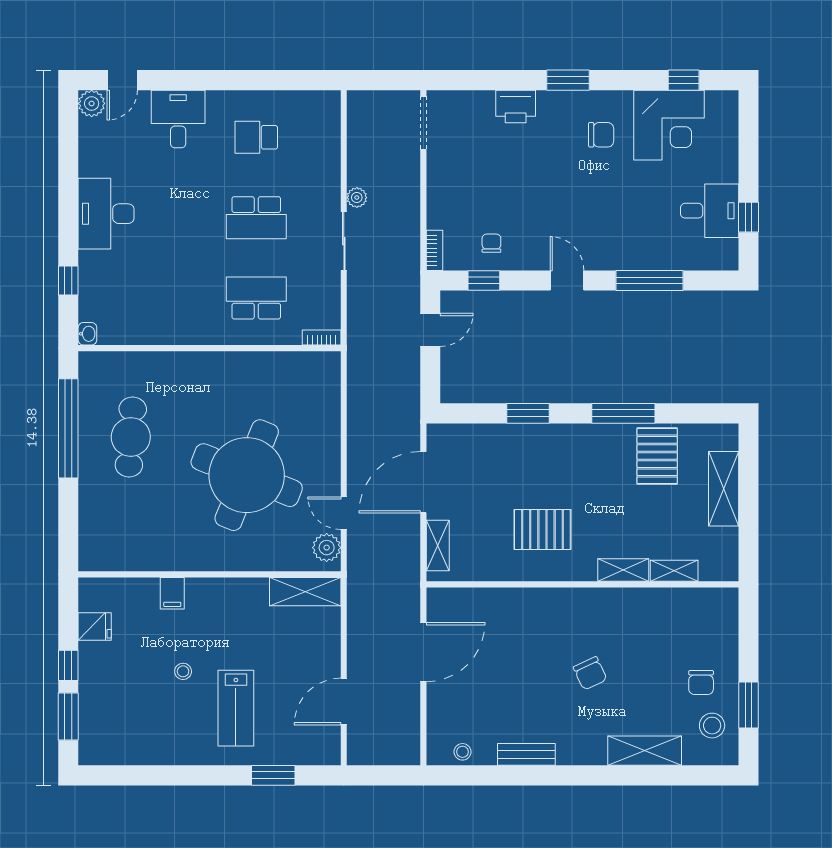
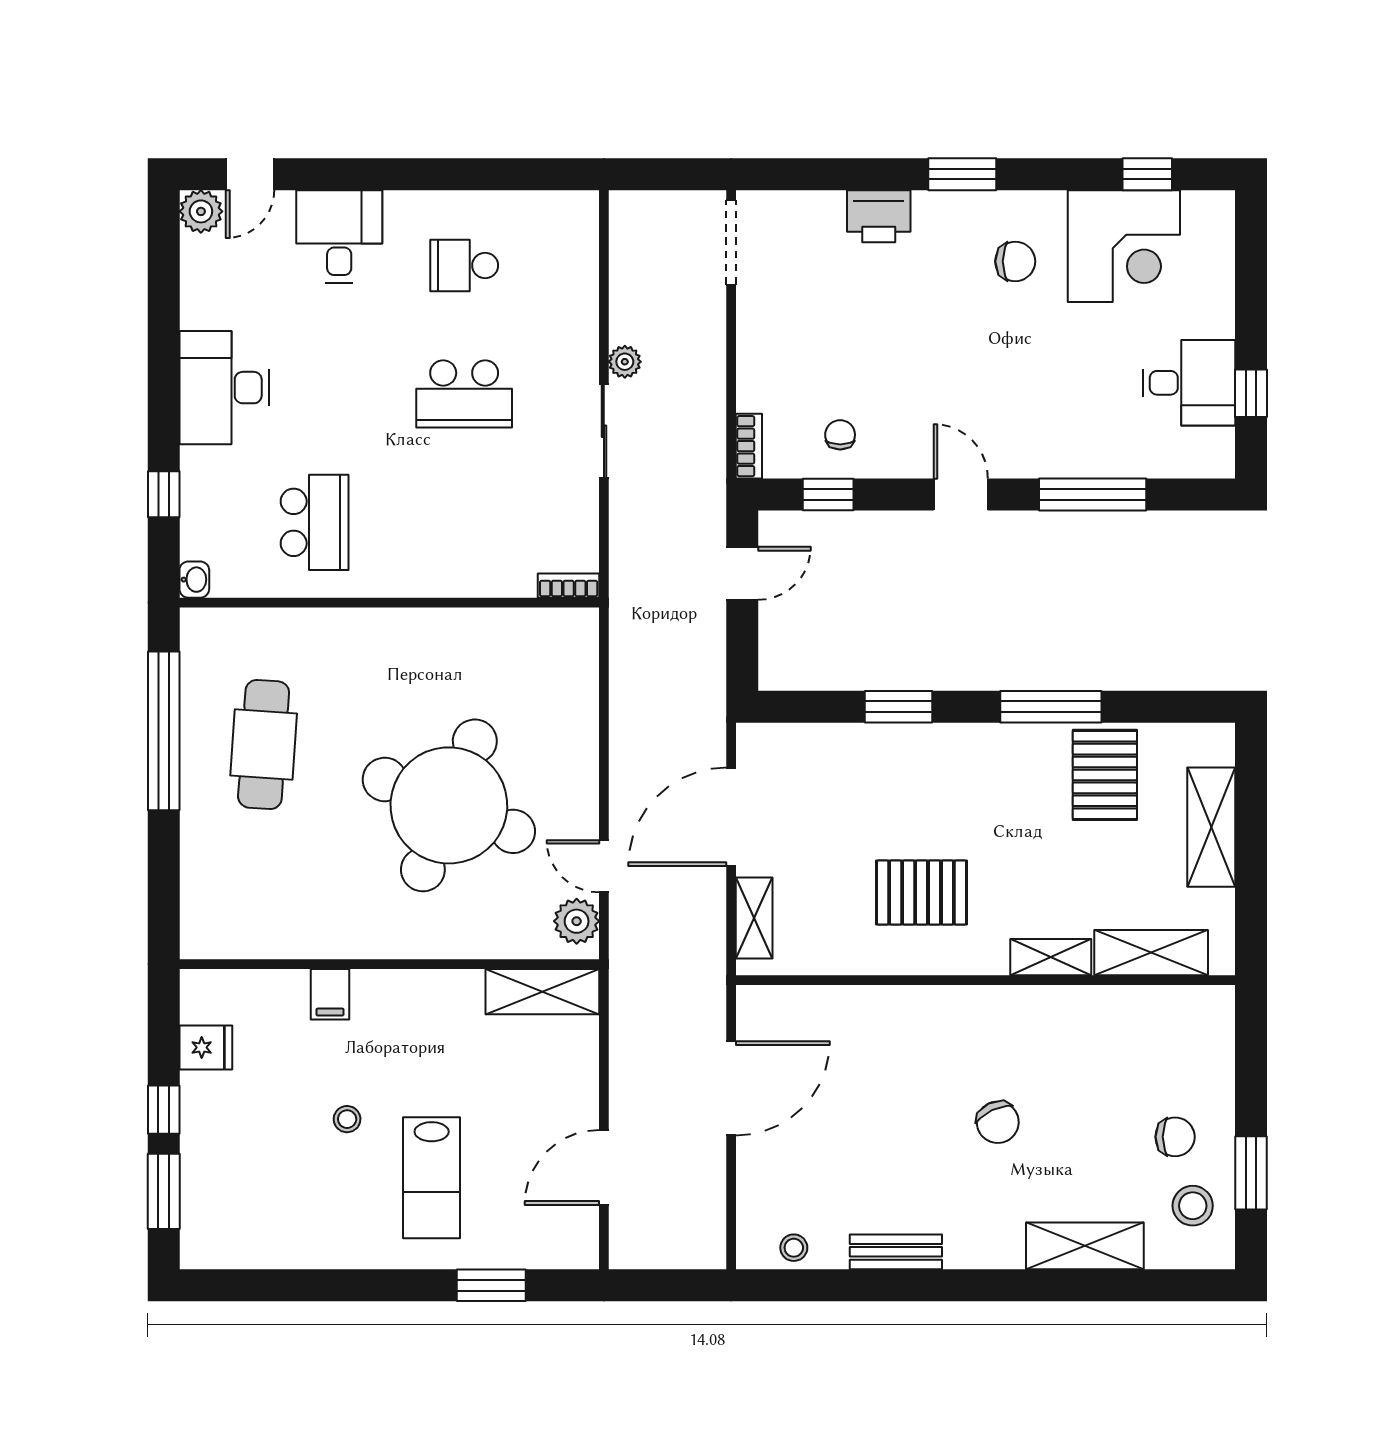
school desk: (256, 298) -> (315, 522), moved, turned 90
shelving: (674, 571) -> (1151, 953), width x1.50, depth x1.33
chair: (701, 682) -> (1175, 1137), turned -90

